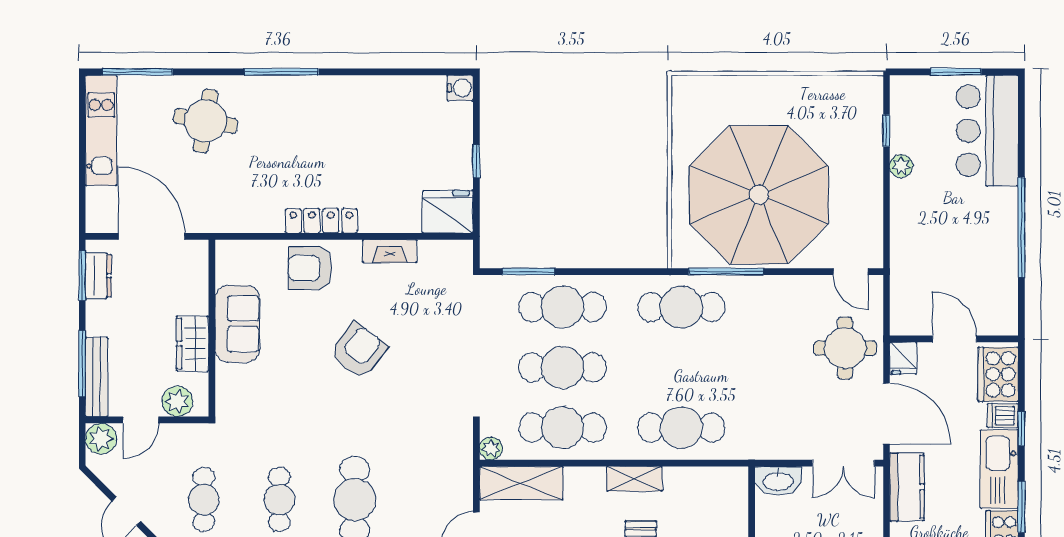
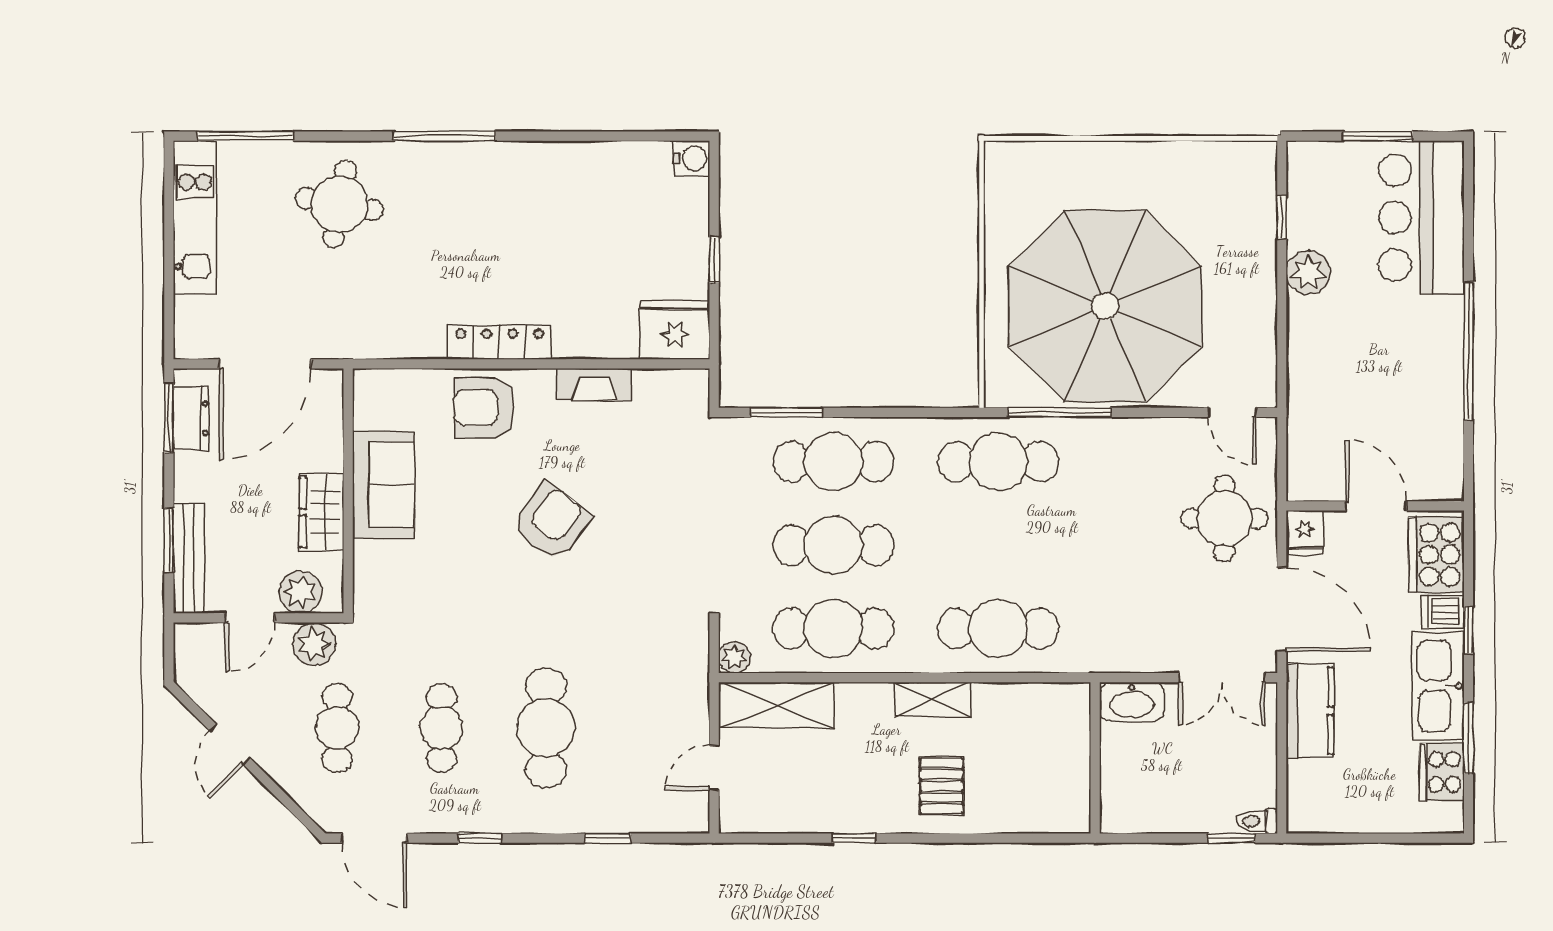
plant: (901, 166) -> (1308, 272), width x1.38, depth x1.38
door: (152, 236) -> (265, 364), swing flipped
window: (82, 364) -> (169, 540), width x0.69
plant: (101, 439) -> (314, 644), moved

